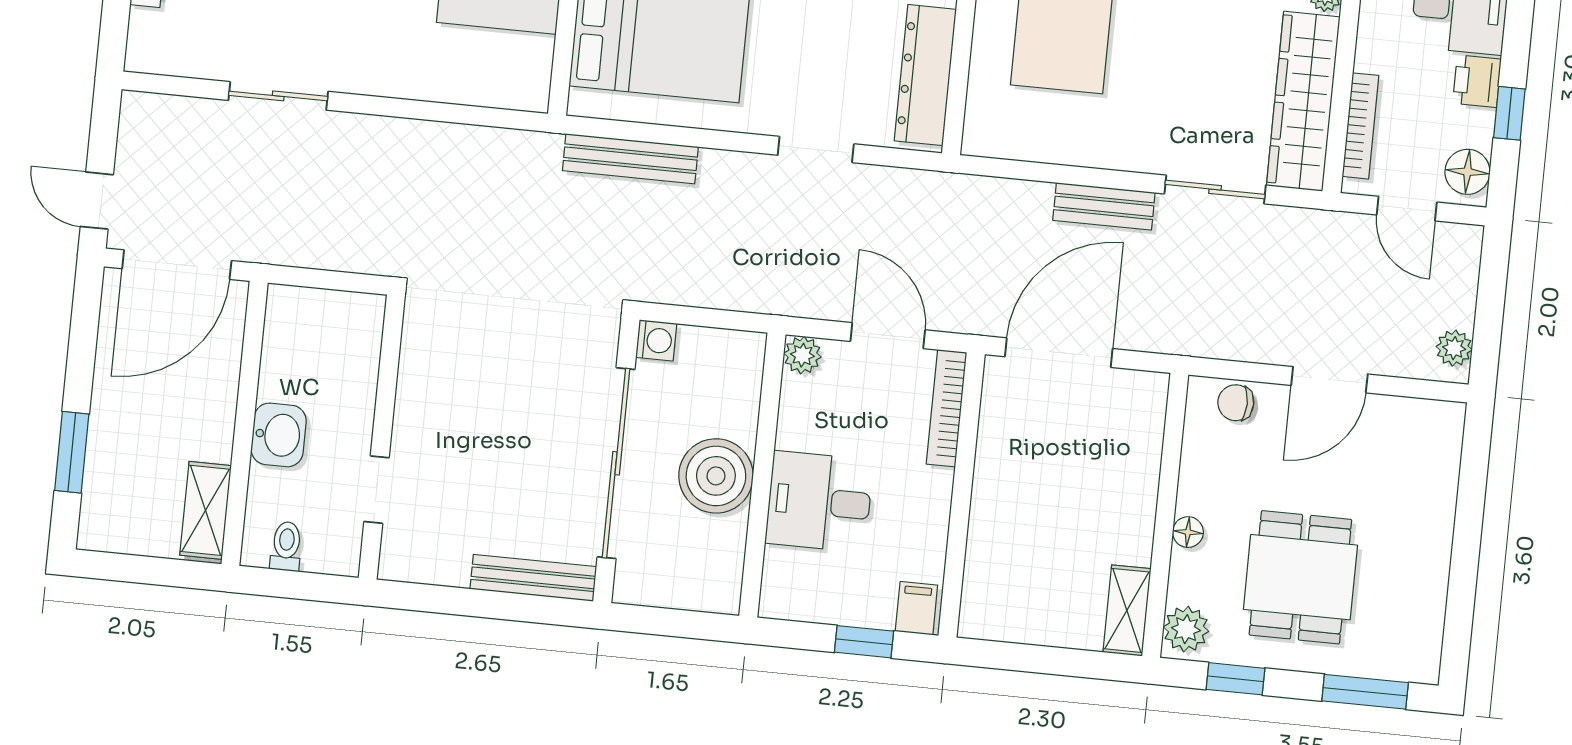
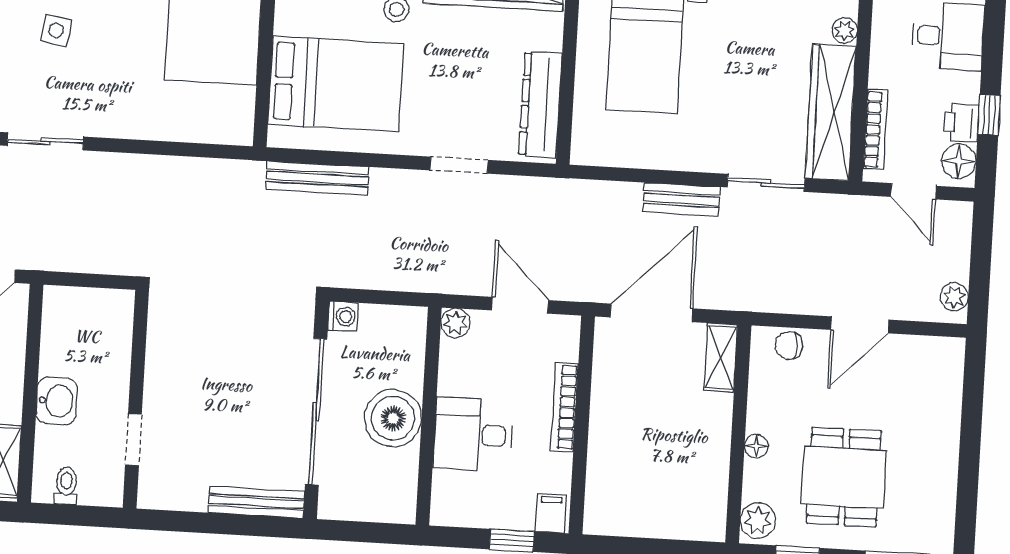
printer: (1477, 81) -> (961, 123), moved
bookcase: (947, 408) -> (565, 407), moved
shelving: (1127, 610) -> (721, 357), moved

